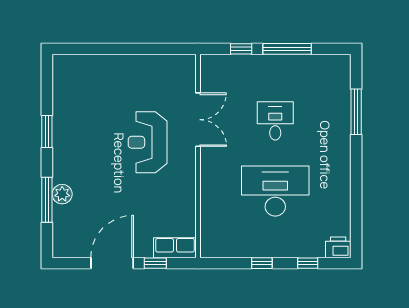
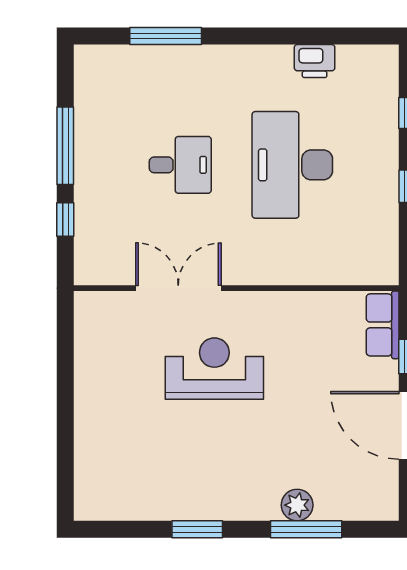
desk: (275, 121) -> (180, 165), turned 180
reception desk: (148, 142) -> (214, 369), turned 180
printer: (338, 247) -> (315, 61), moved, turned -90

